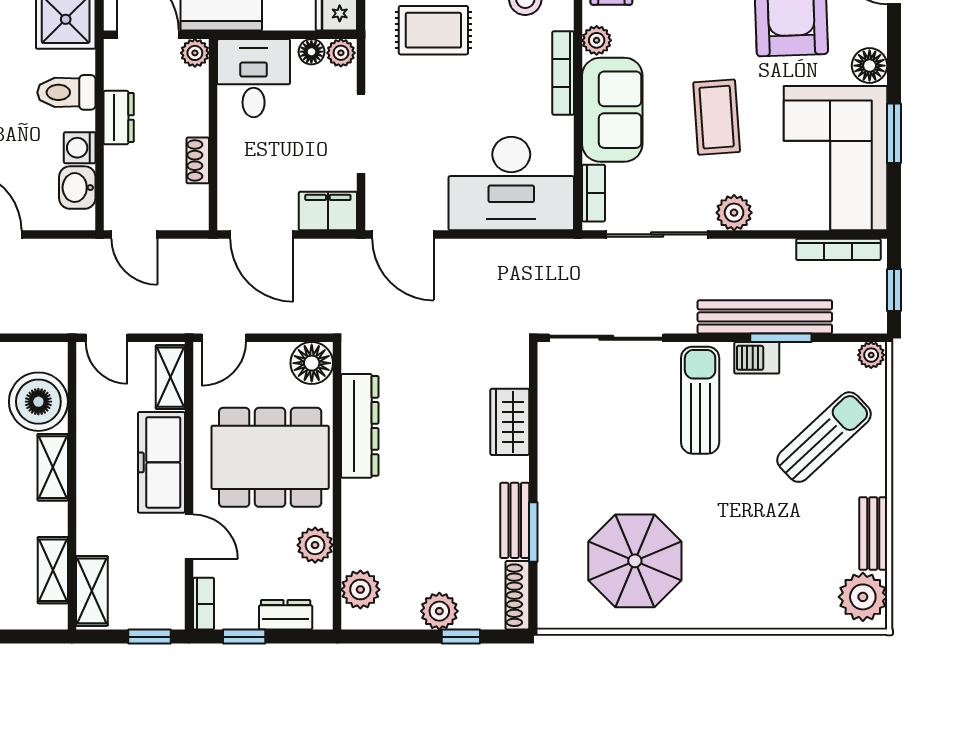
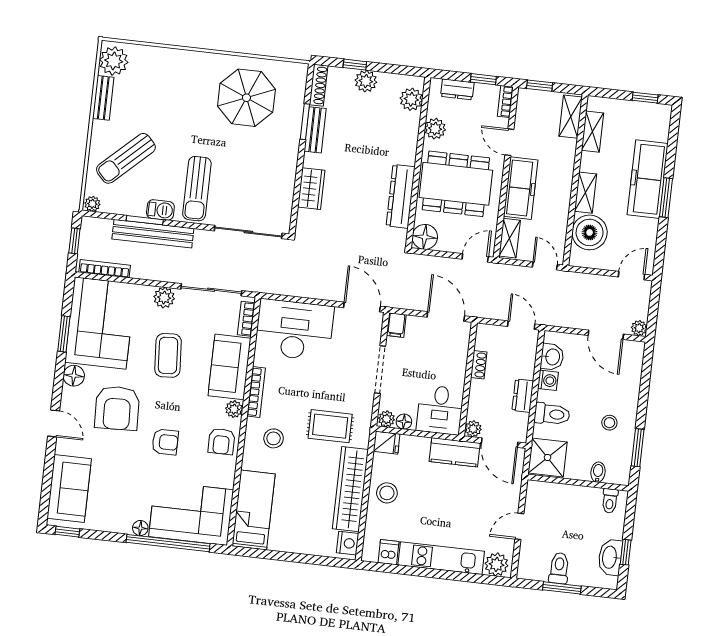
filing cabinet: (328, 211) -> (396, 325), width x0.50

